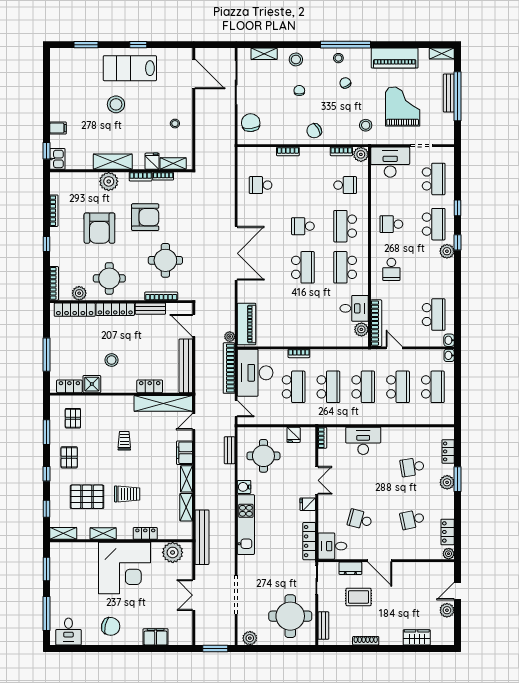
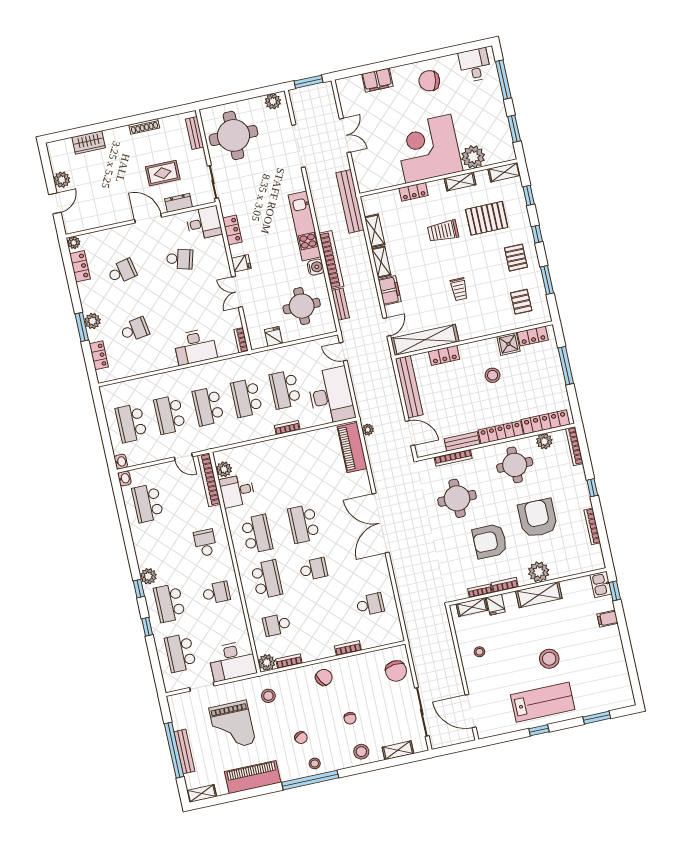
bookcase: (229, 368) -> (331, 260), moved
locker: (309, 541) -> (232, 230), width x0.66
plant: (173, 552) -> (473, 157), moved

